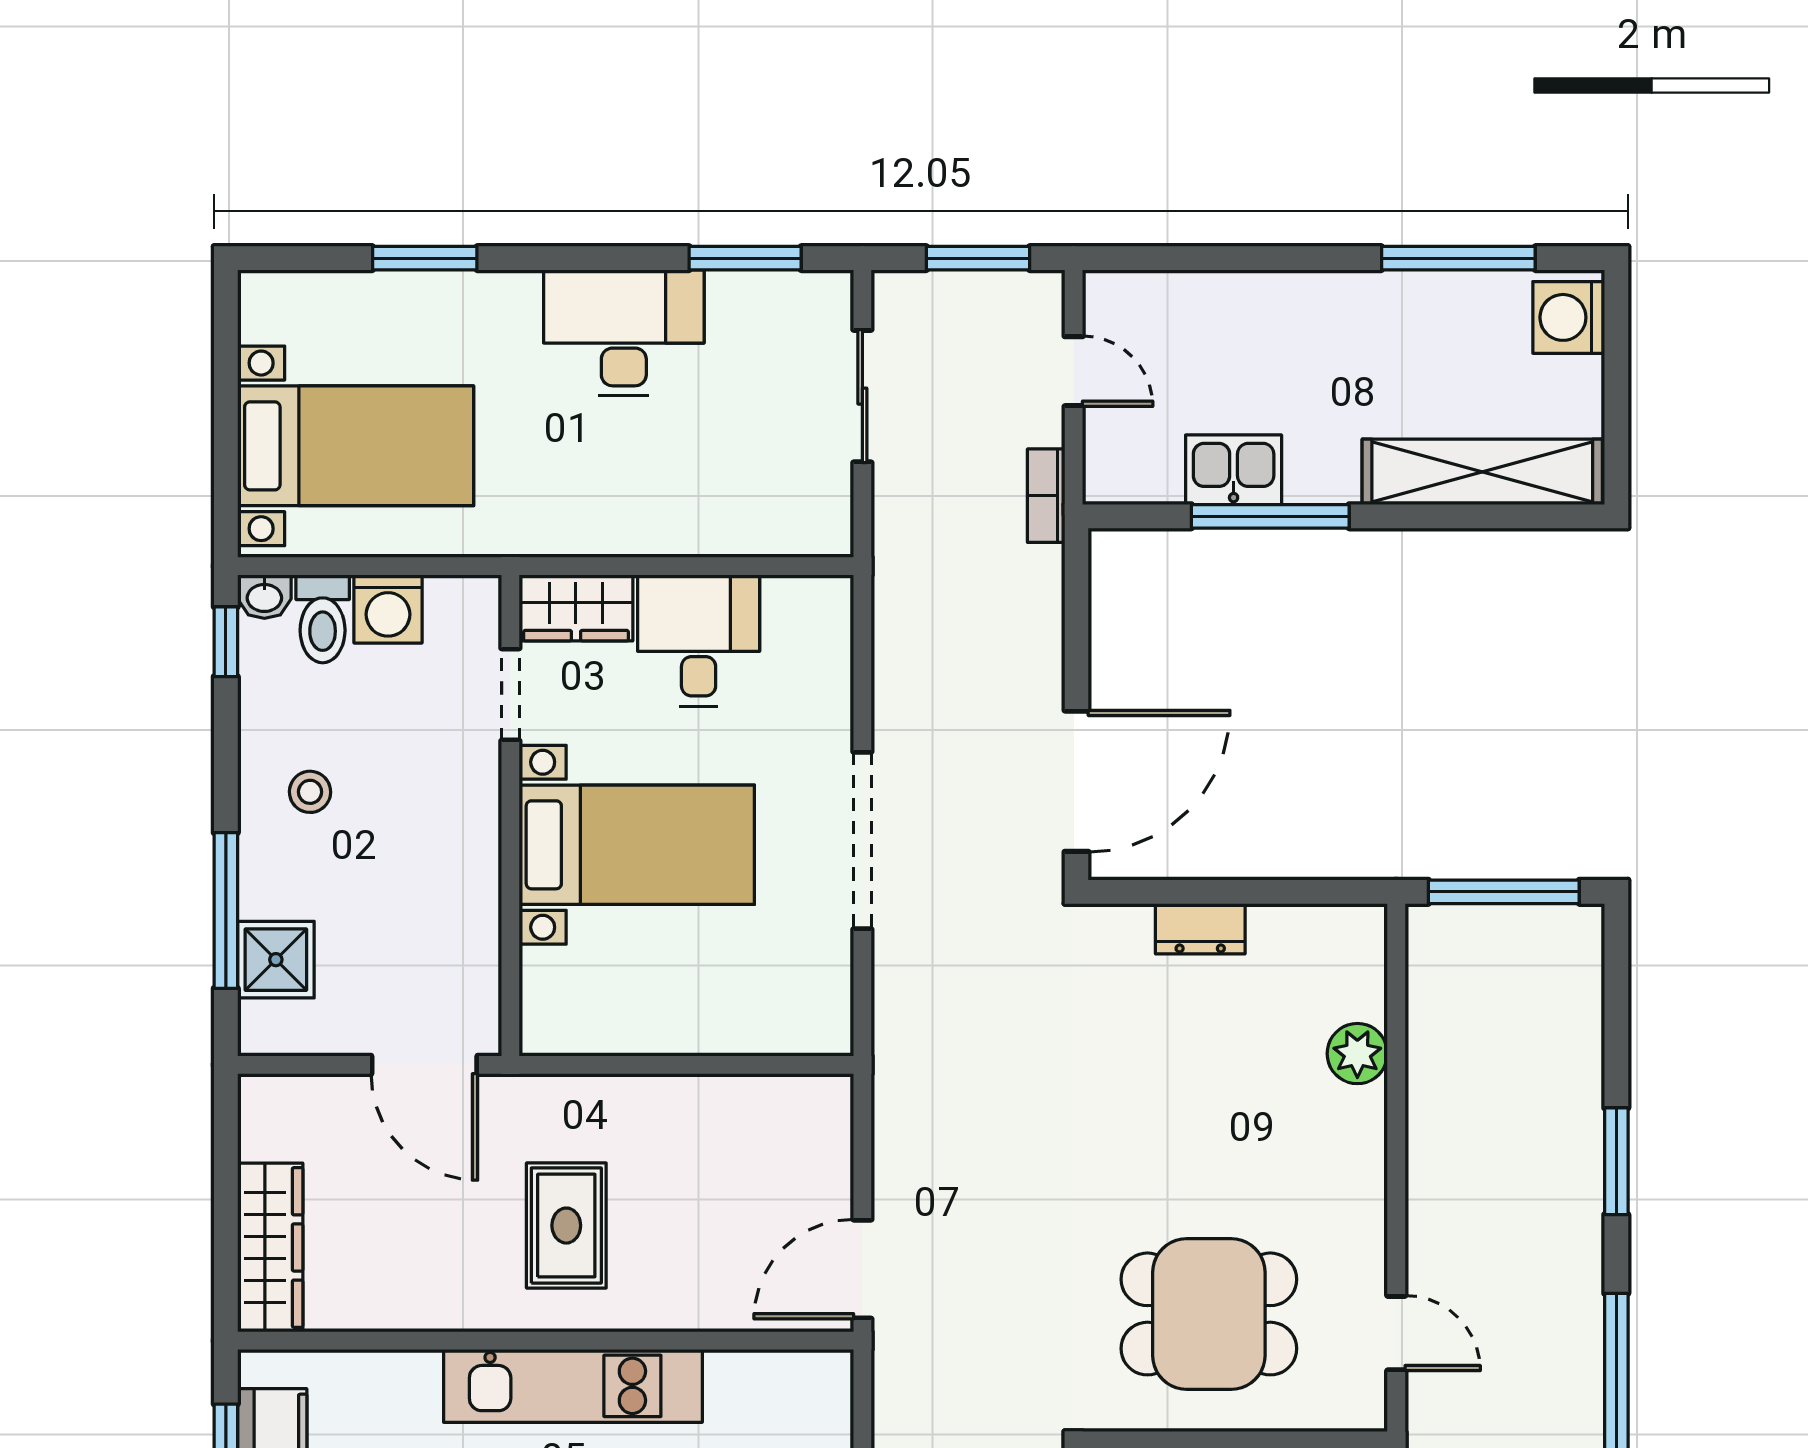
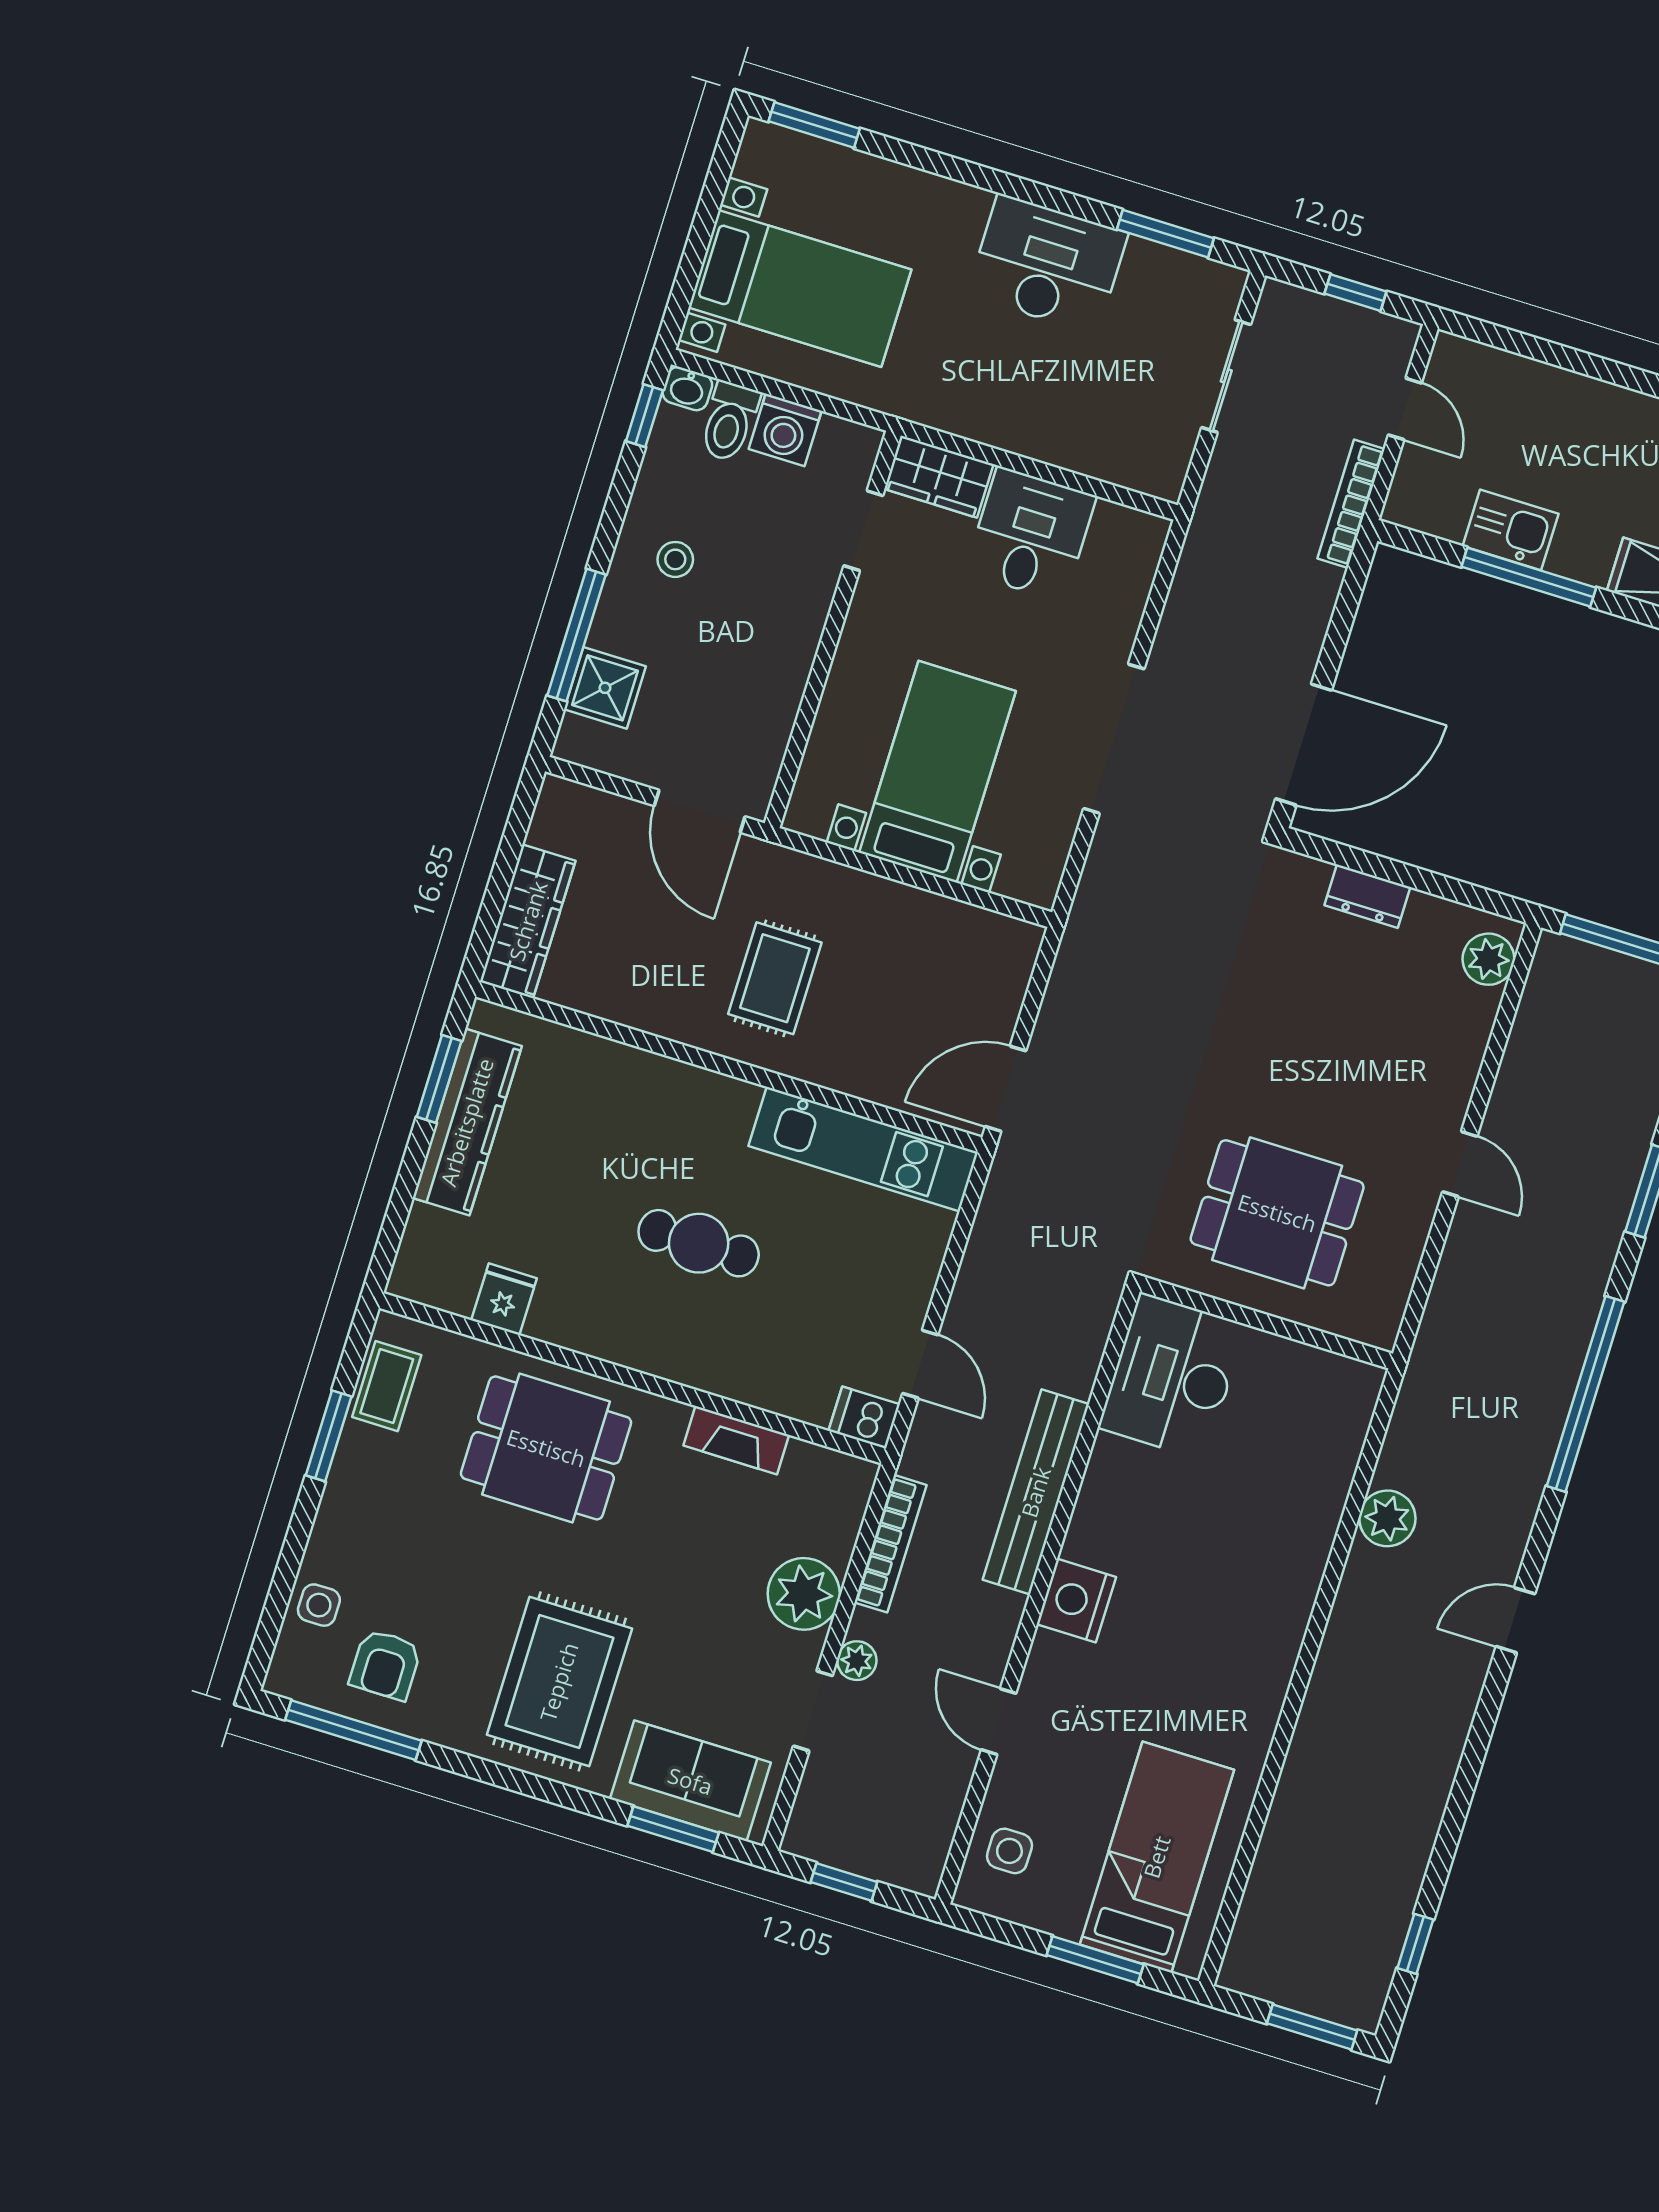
window: (425, 258) -> (814, 125), moved
window: (978, 258) -> (1355, 293), width x0.67
bookcase: (1046, 496) -> (1351, 504), width x1.56
bed with nightstands: (637, 845) -> (937, 772), moved, turned -90
plant: (1357, 1054) -> (1488, 959), moved
door: (1396, 1333) -> (1460, 1164), moved
kitchen unit: (573, 1386) -> (863, 1149), moved

